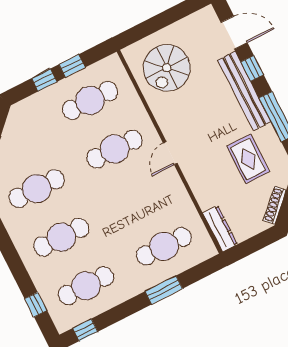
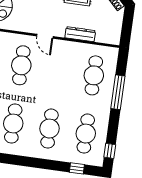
dresser: (220, 229) -> (80, 34), moved
window: (164, 290) -> (118, 92), width x1.44

